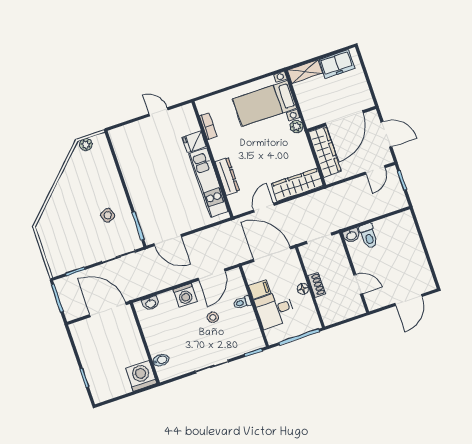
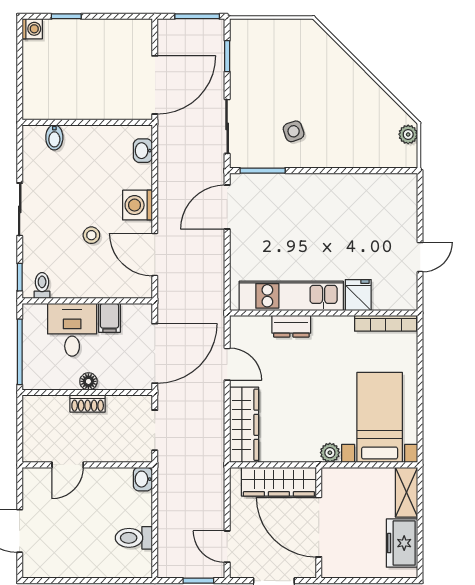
bookcase: (208, 126) -> (386, 323), width x1.56
dresser: (227, 176) -> (291, 326), width x0.70
toilet: (368, 236) -> (134, 538), moved
toilet: (242, 303) -> (42, 285), moved
washing machine: (141, 376) -> (32, 29), moved, width x0.53, depth x0.53

